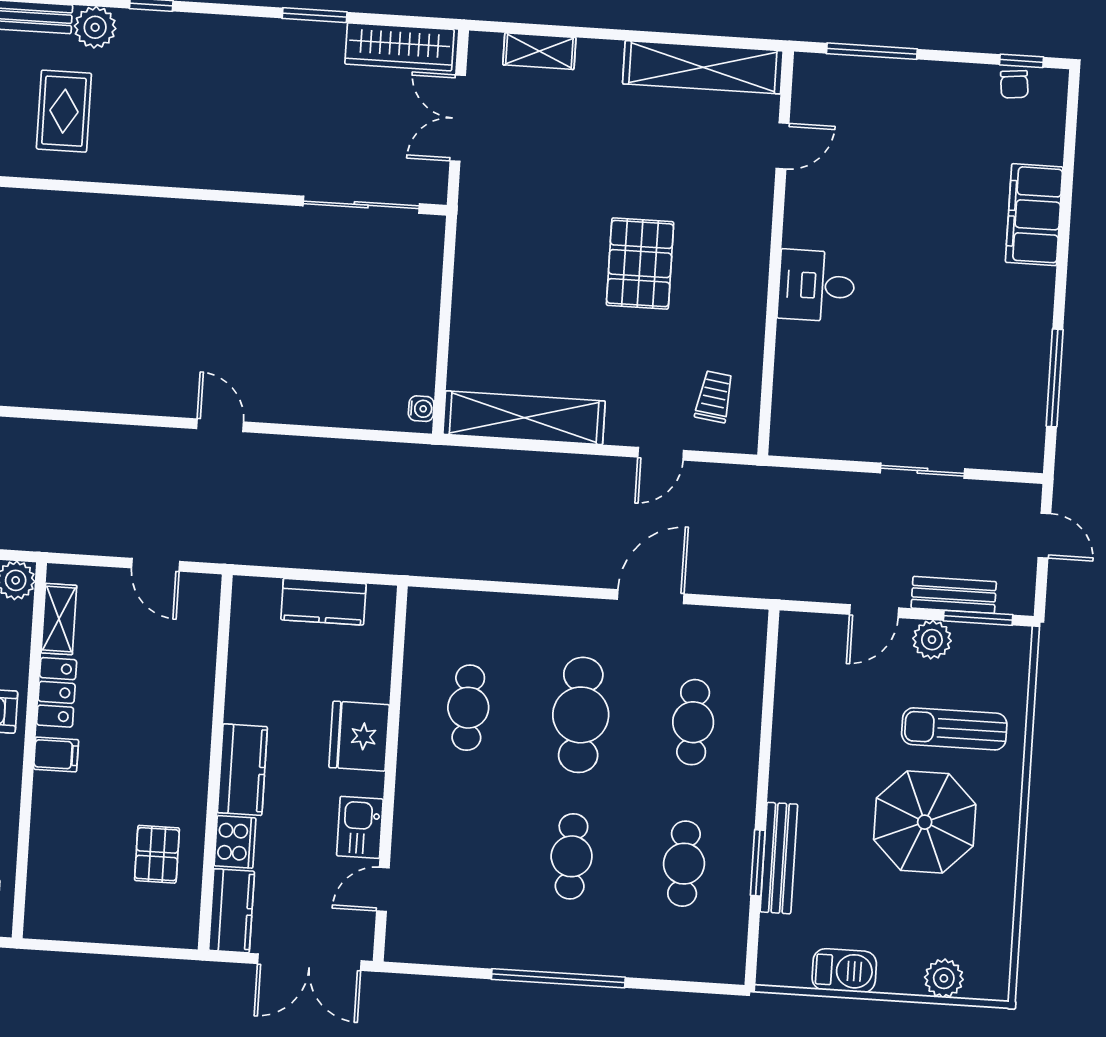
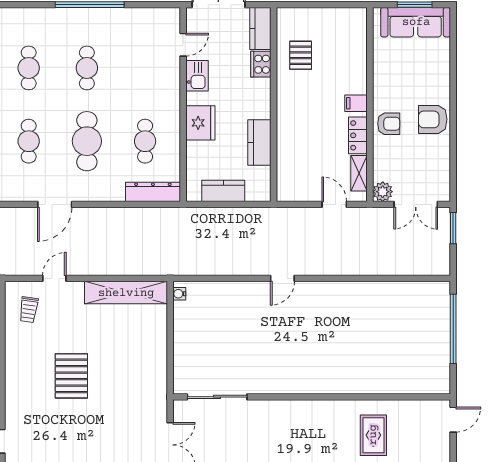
door: (220, 425) -> (282, 278), hinge flipped
door: (156, 565) -> (334, 204), moved
dresser: (459, 609) -> (153, 192), added
kitchen counter: (242, 770) -> (259, 142), moved

